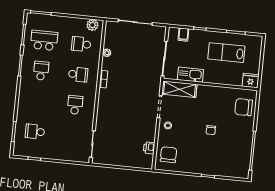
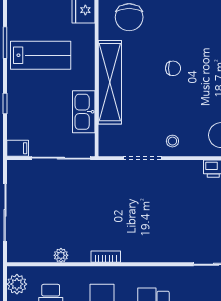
filing cabinet: (183, 35) -> (18, 148), moved
lab bench: (226, 53) -> (41, 55), turned -90
shelving: (179, 89) -> (110, 82), moved, width x1.47

